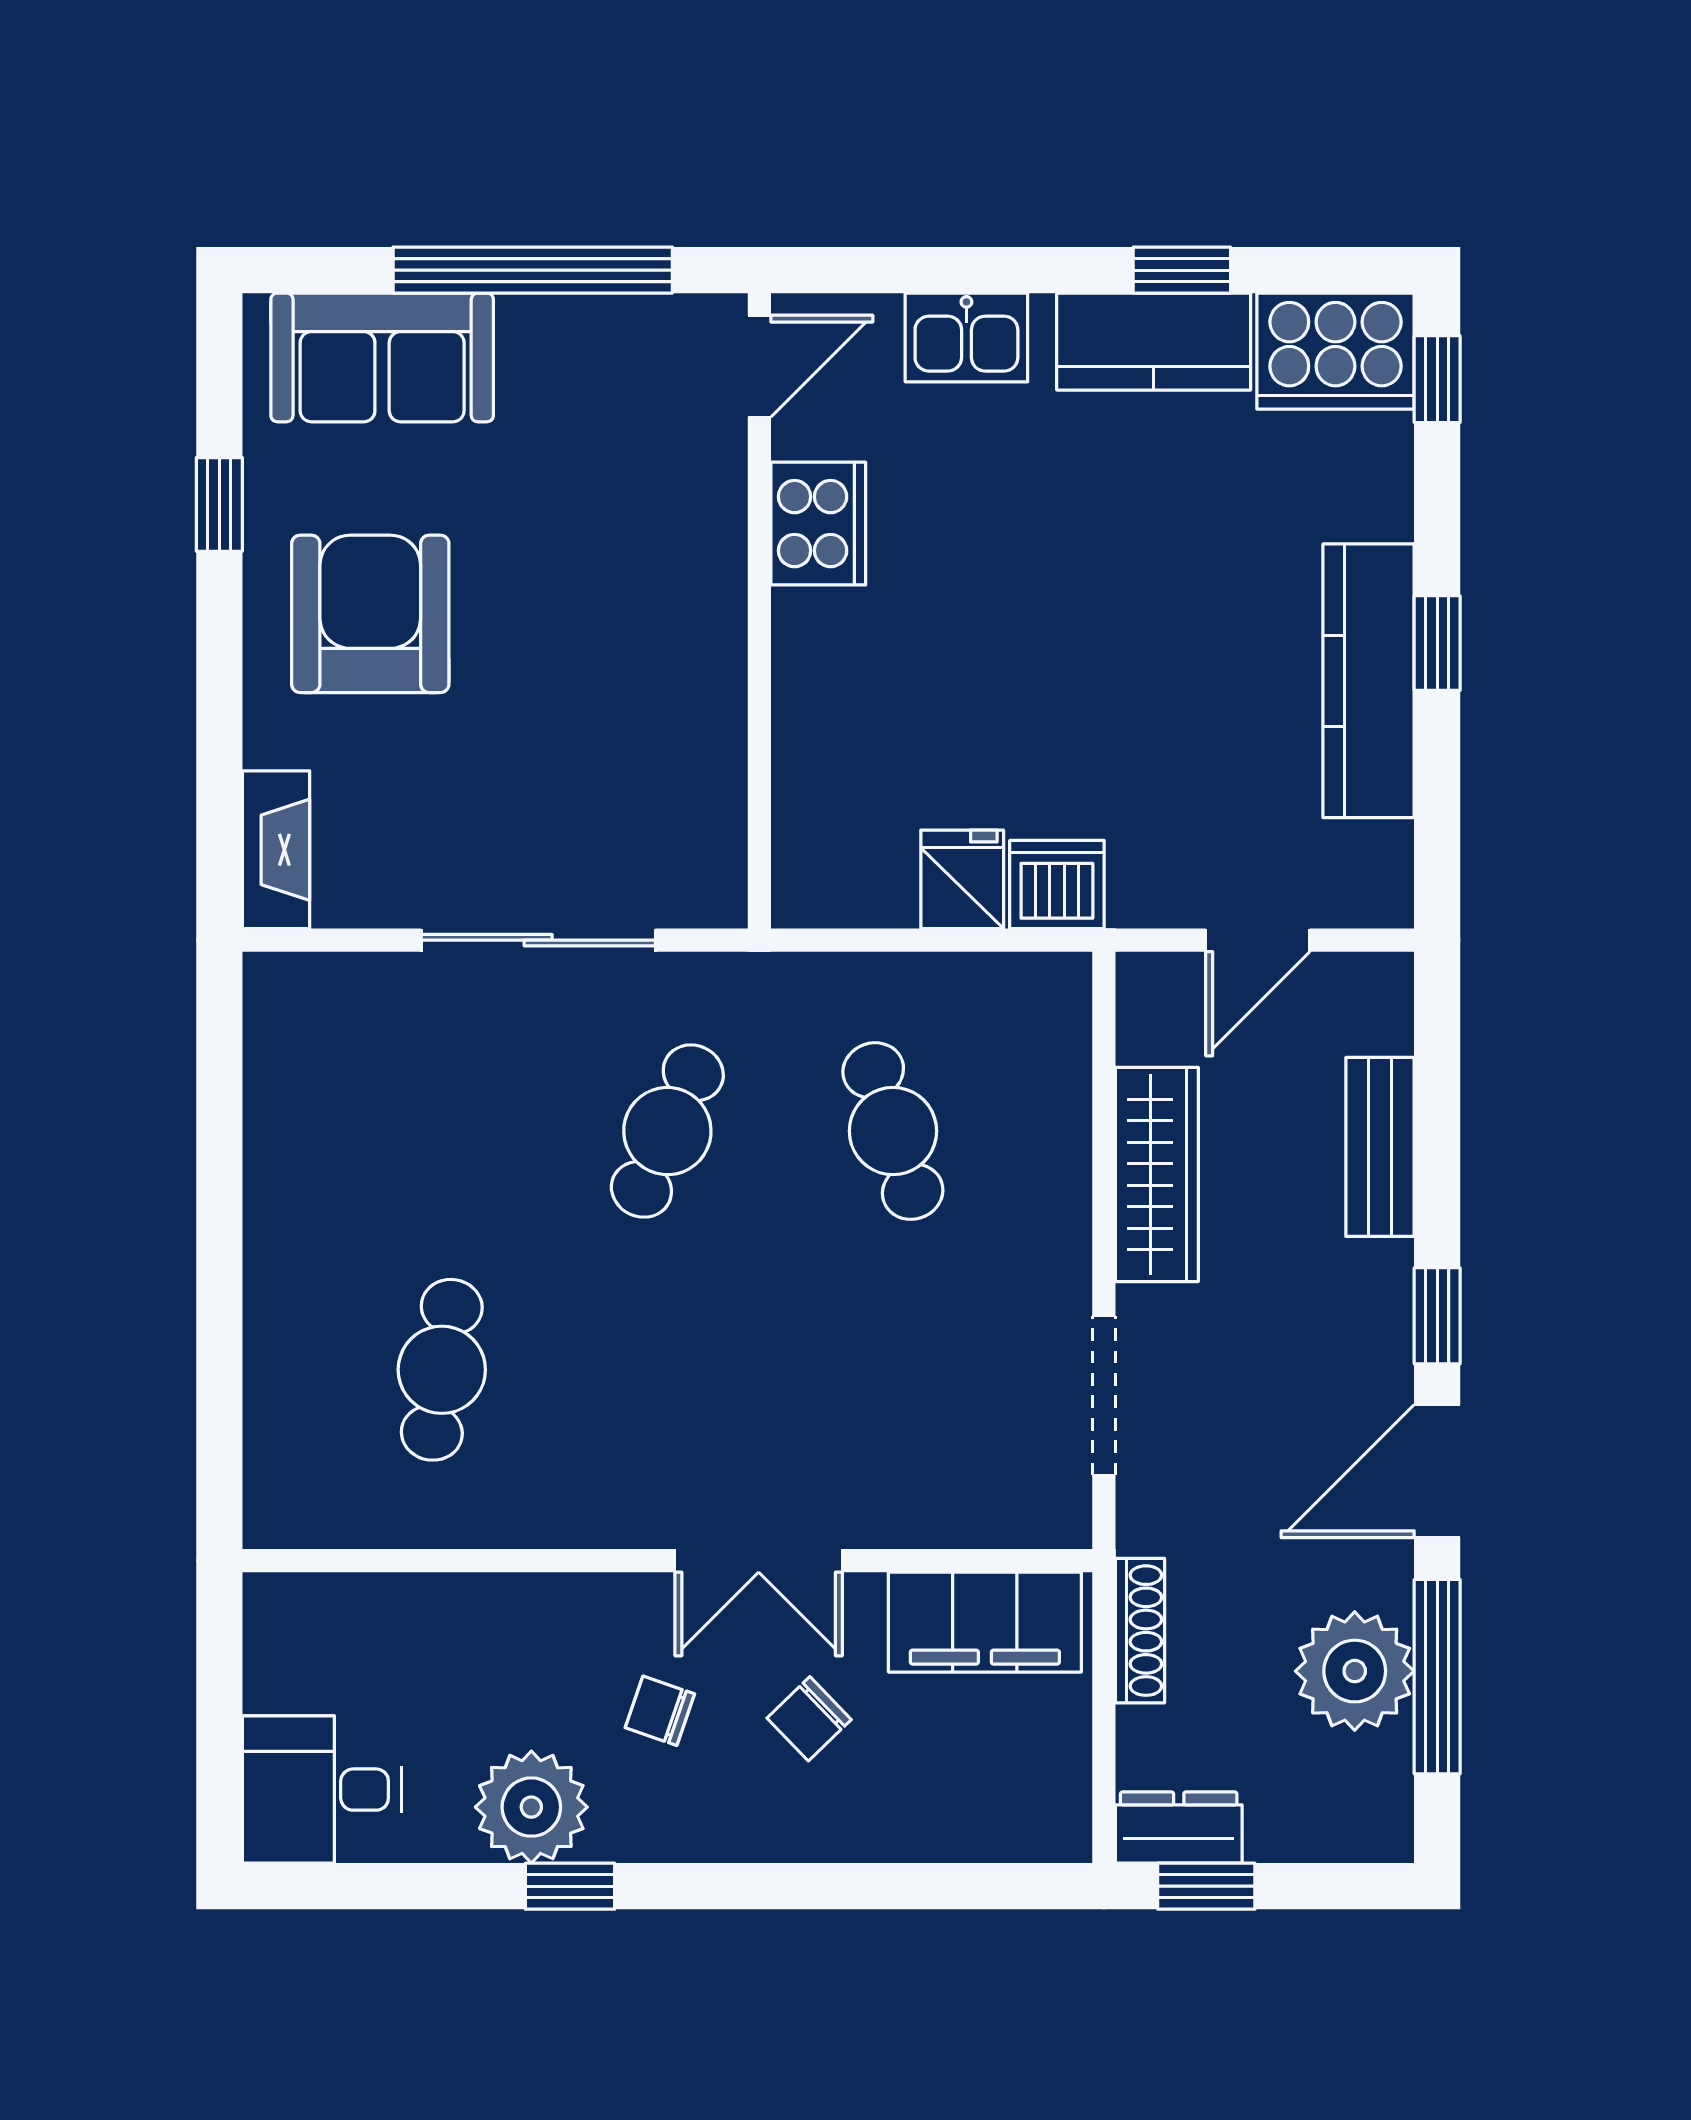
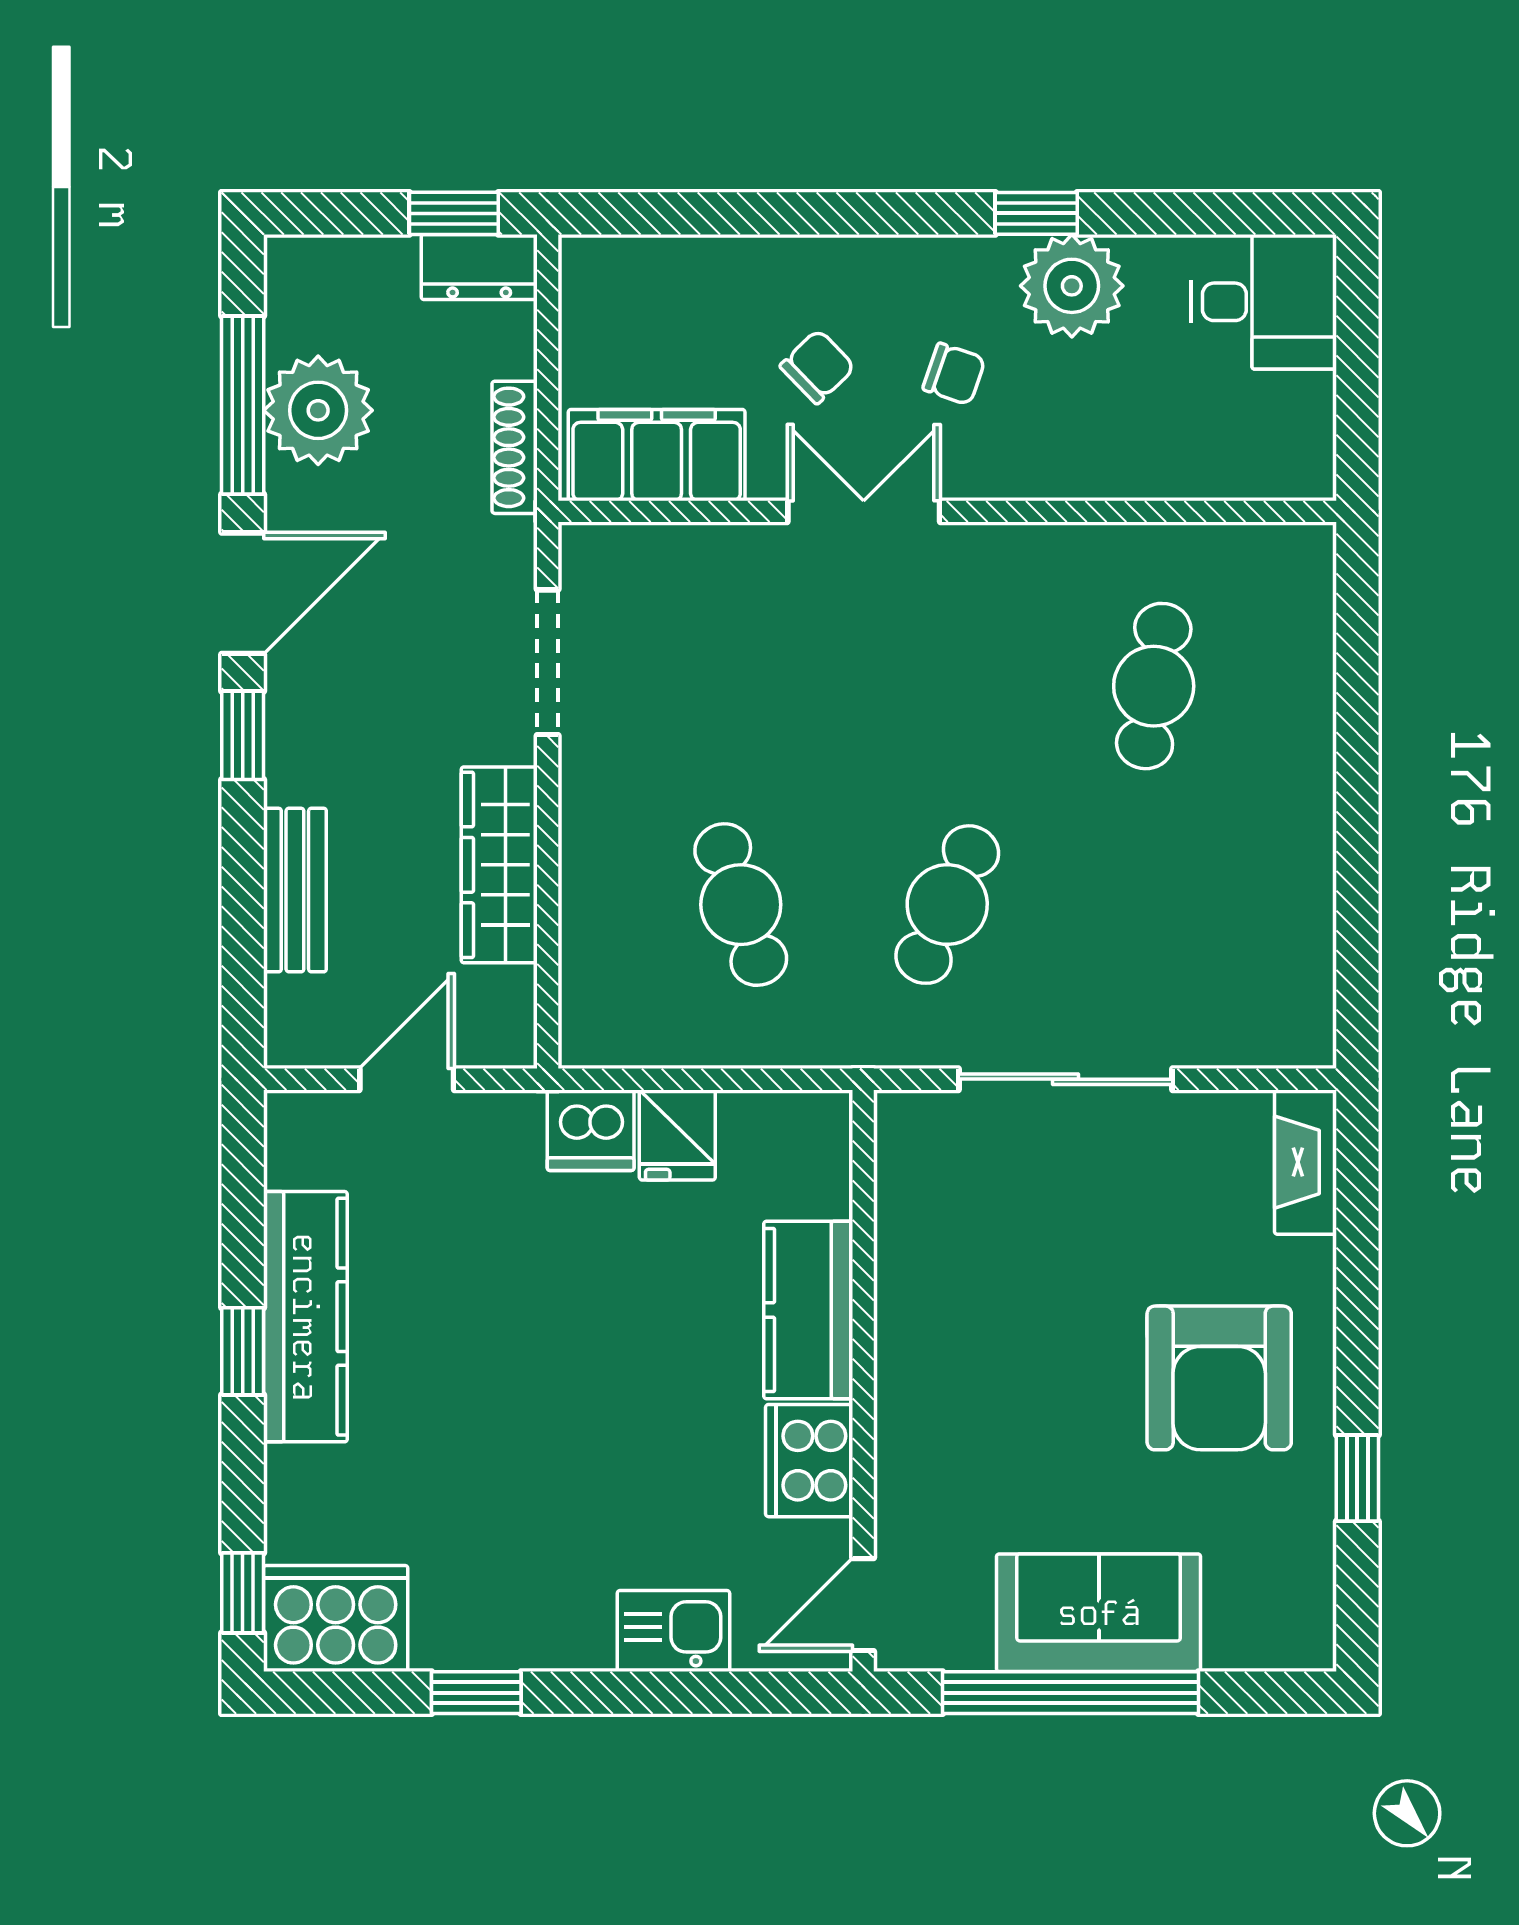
kitchen counter: (1154, 342) -> (808, 1310), moved, turned -90
sofa: (382, 357) -> (1099, 1613), moved

